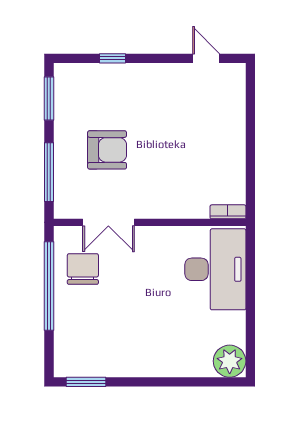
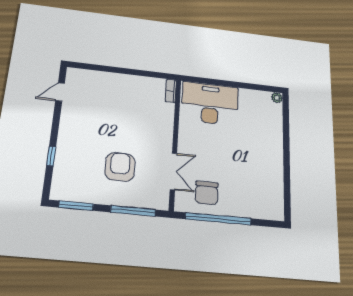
chair: (83, 269) -> (207, 193), turned -90
plant: (230, 361) -> (277, 98), width x0.53, depth x0.53
window: (86, 382) -> (287, 199), removed

